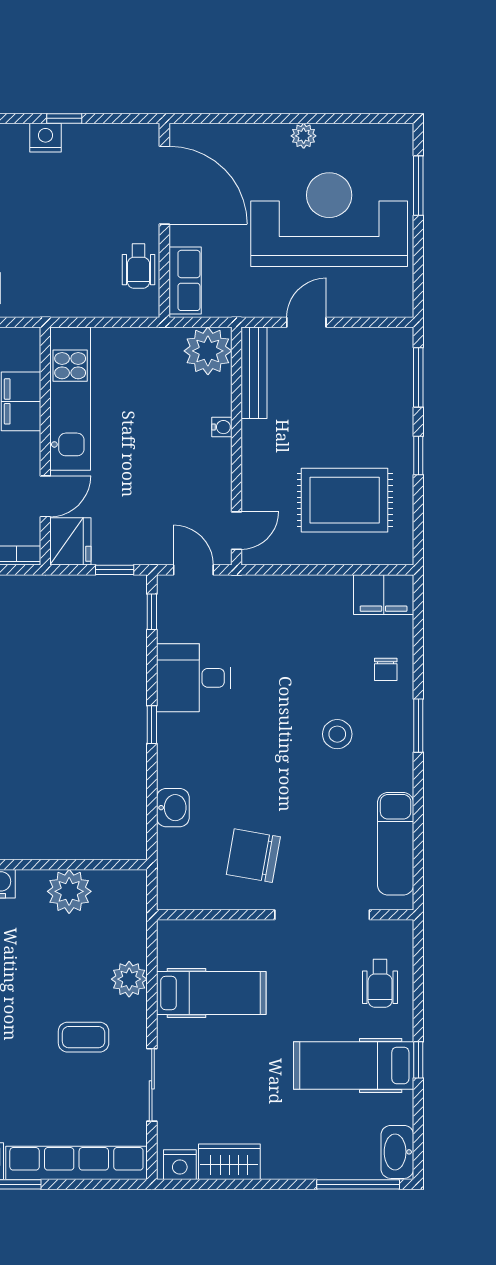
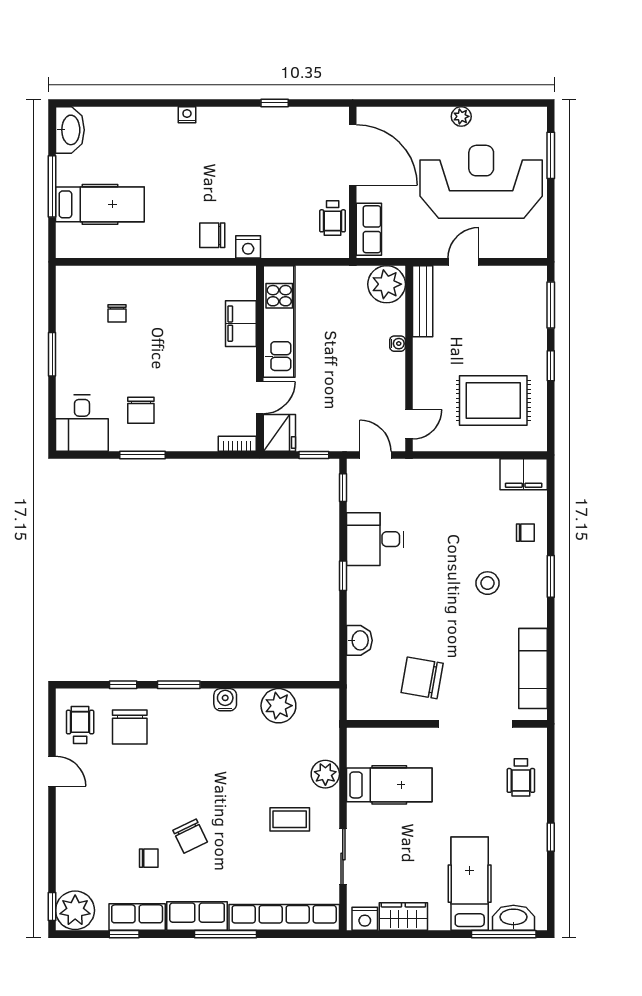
nightstand: (46, 138) -> (248, 247), moved, turned 180
chair: (386, 669) -> (525, 533), turned -90
hospital bed: (354, 1065) -> (470, 884), moved, turned 90
washbasin: (397, 1152) -> (513, 918), moved, turned 90

